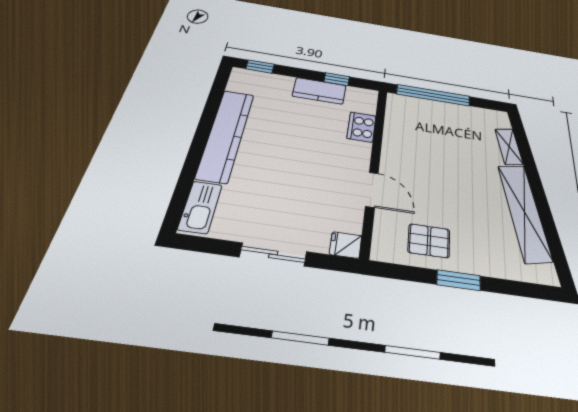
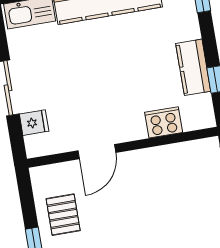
fridge: (346, 245) -> (34, 123), moved, turned 90

